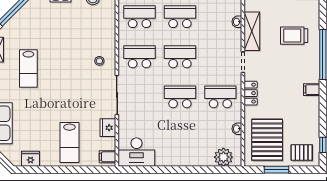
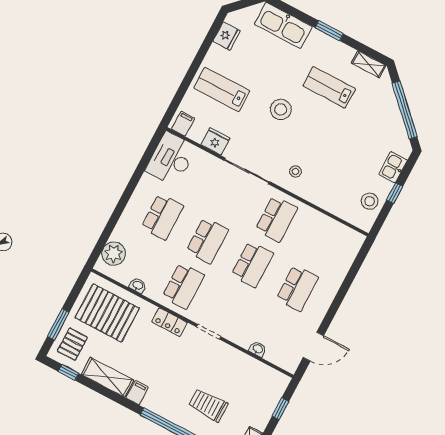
school desk: (139, 17) -> (162, 217), moved
shelving: (252, 31) -> (107, 377), moved
trolley: (294, 36) -> (208, 405), turned -90
stool: (62, 94) -> (281, 109), added
window: (277, 170) -> (58, 324), moved

